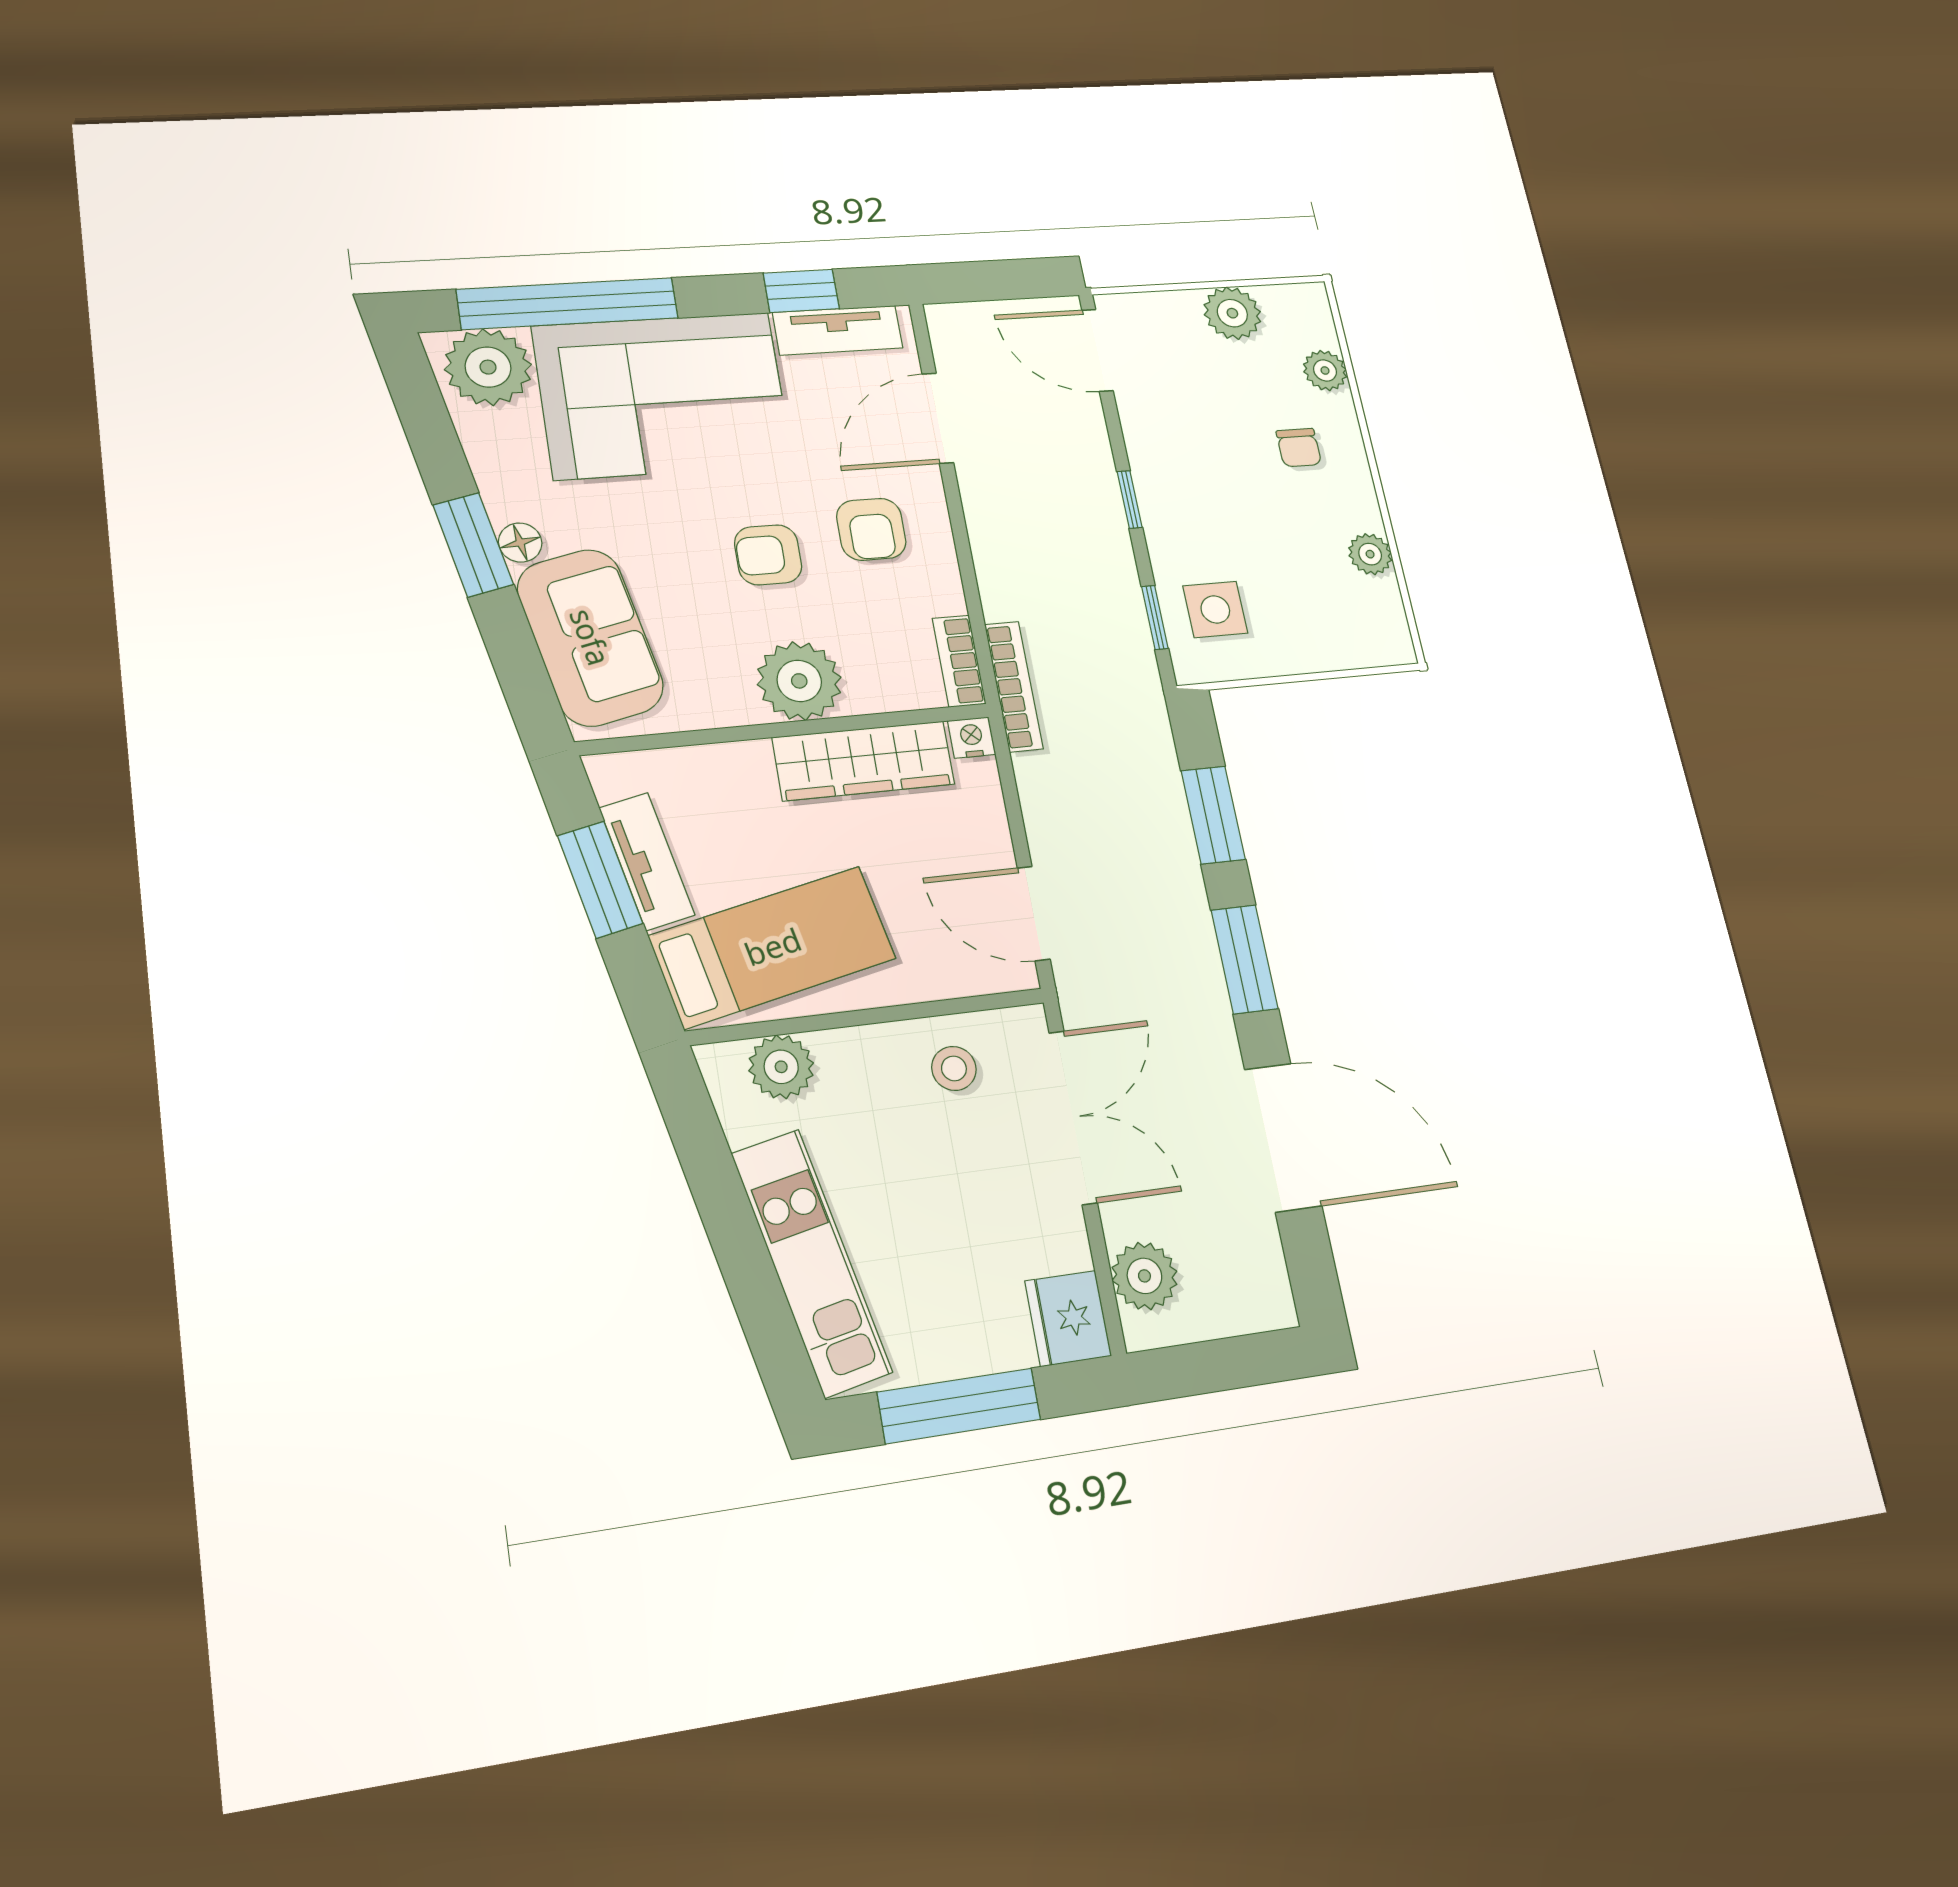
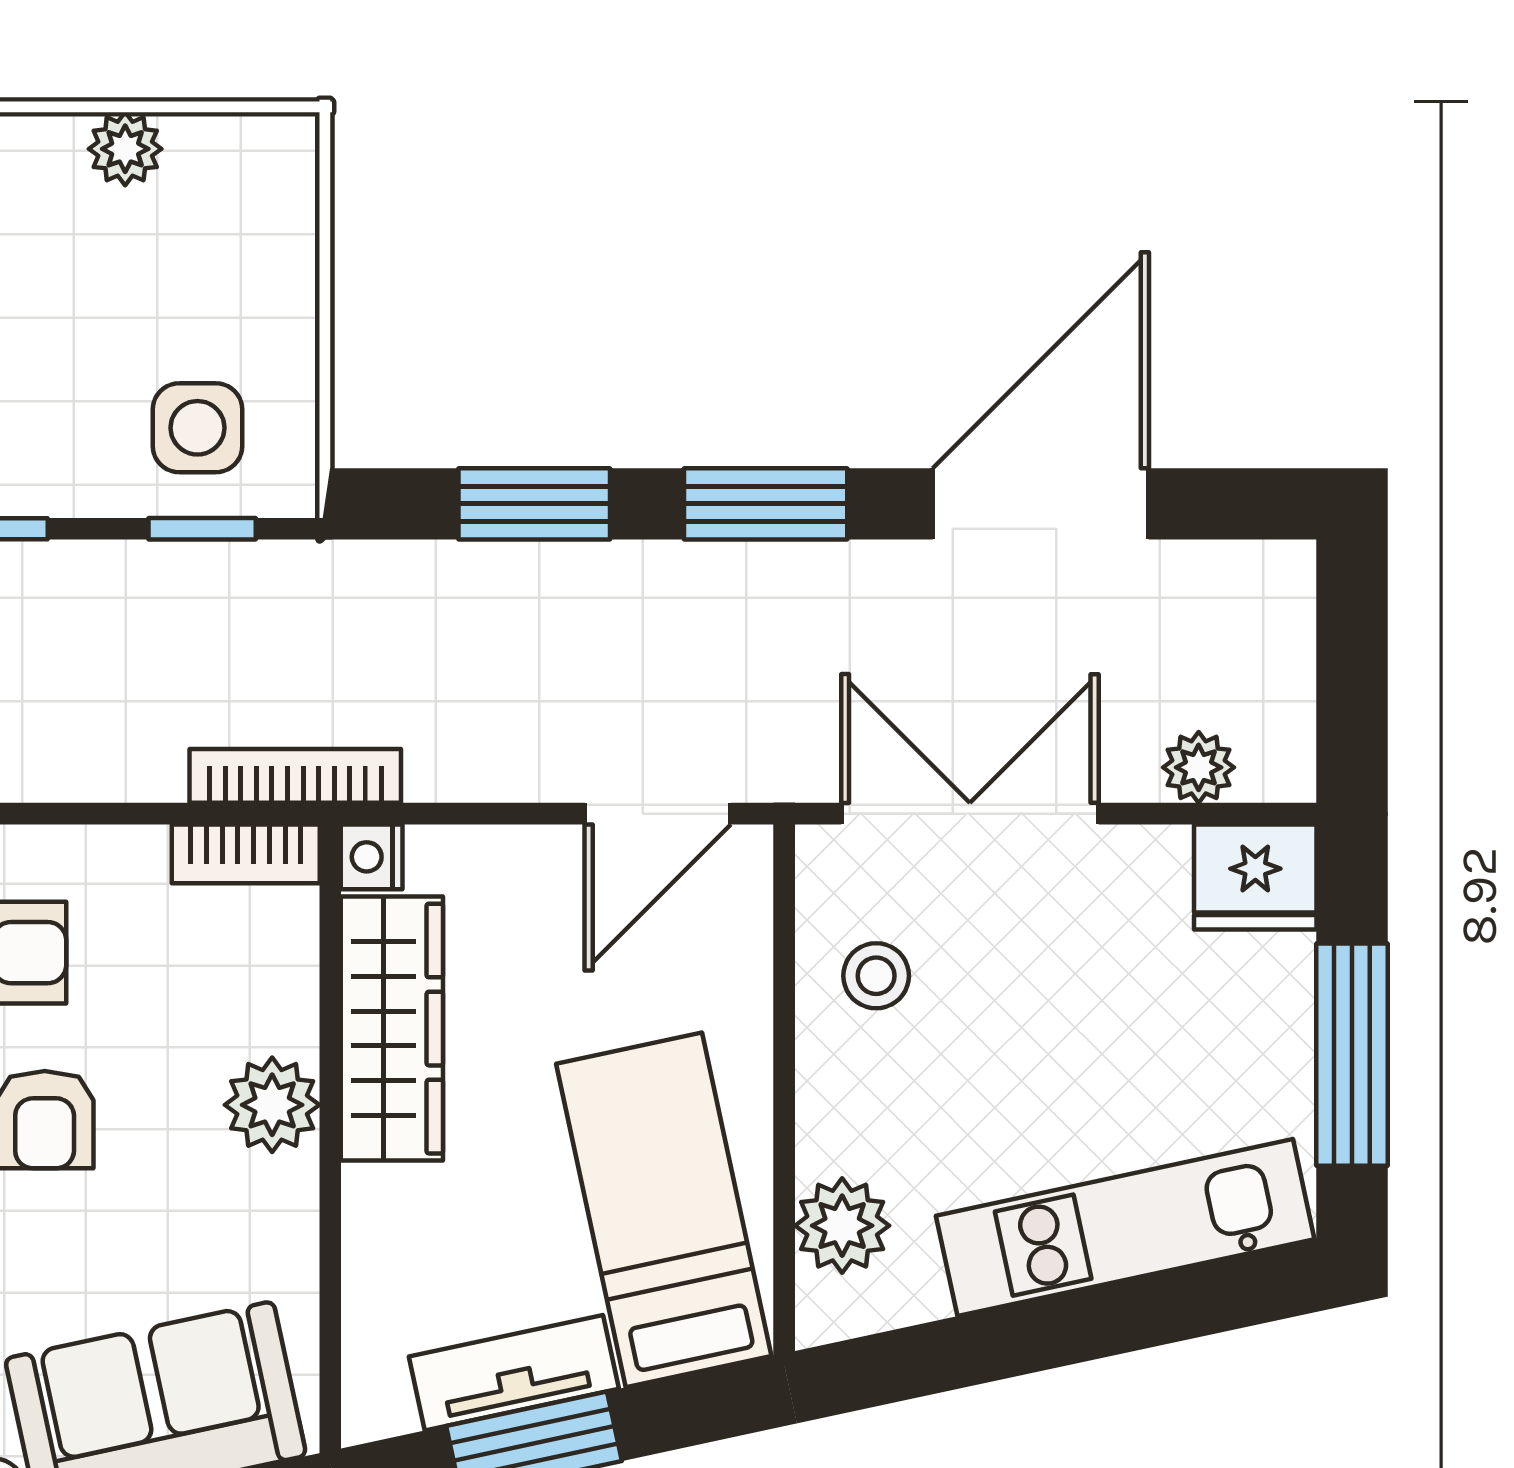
plant: (799, 681) -> (272, 1105), width x0.73, depth x0.73
plant: (1144, 1276) -> (1199, 767), width x0.73, depth x0.73

